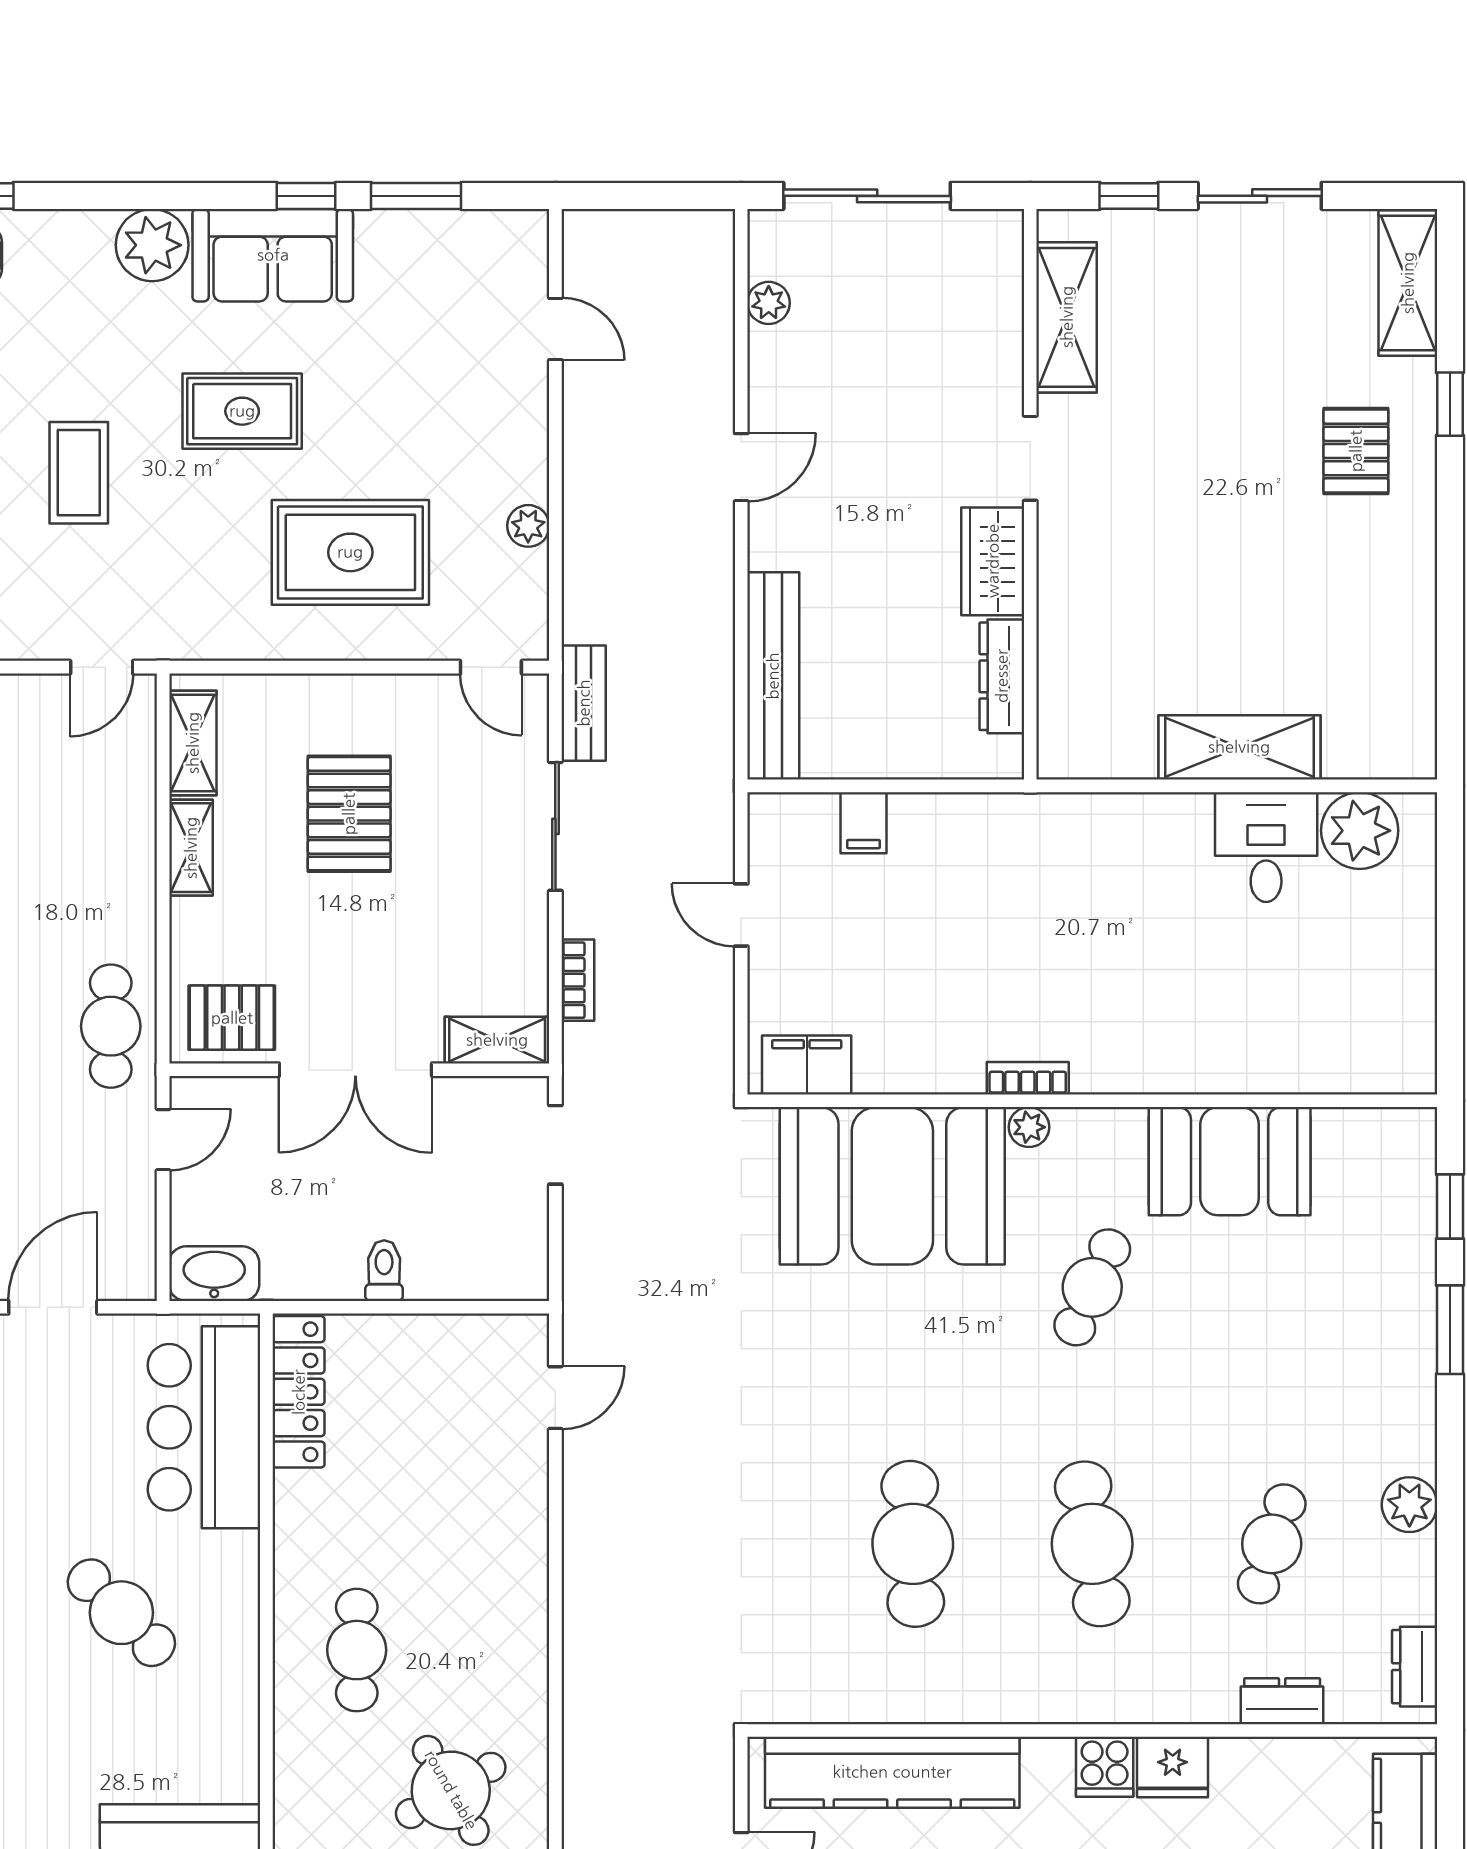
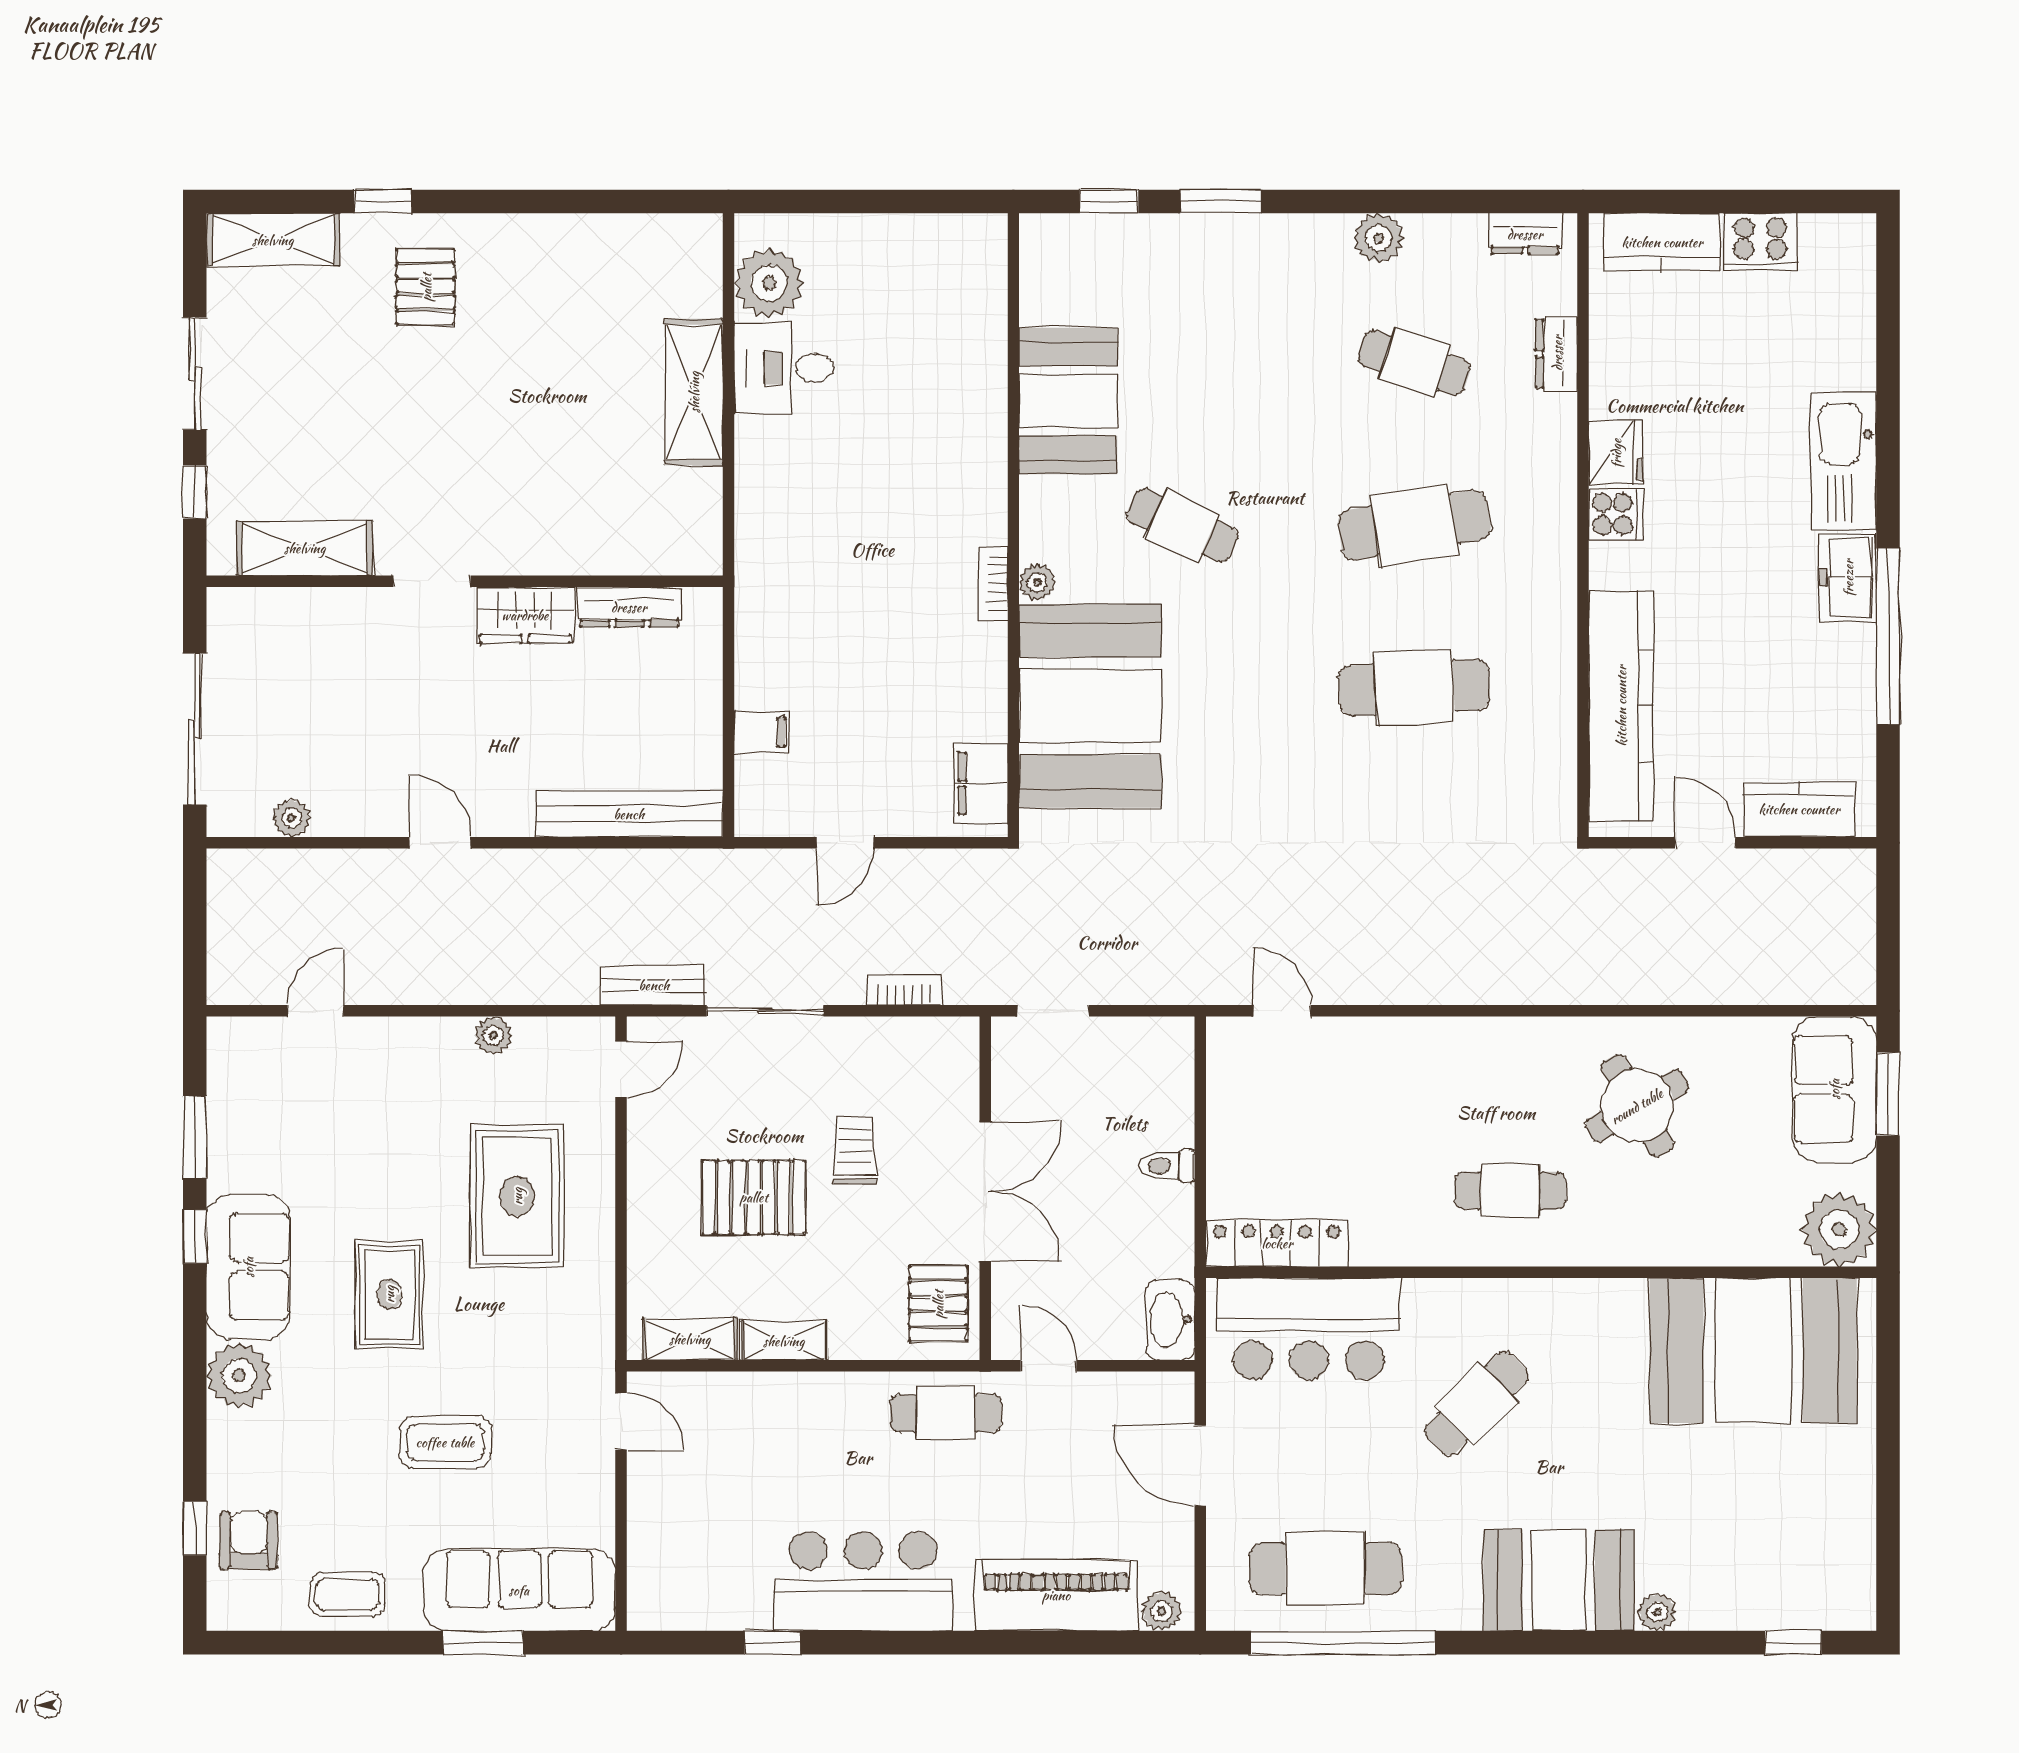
pallet: (1356, 451) -> (426, 287), turned 90
trolley: (401, 926) -> (855, 1151), added
shelving: (497, 1040) -> (959, 1064), removed

